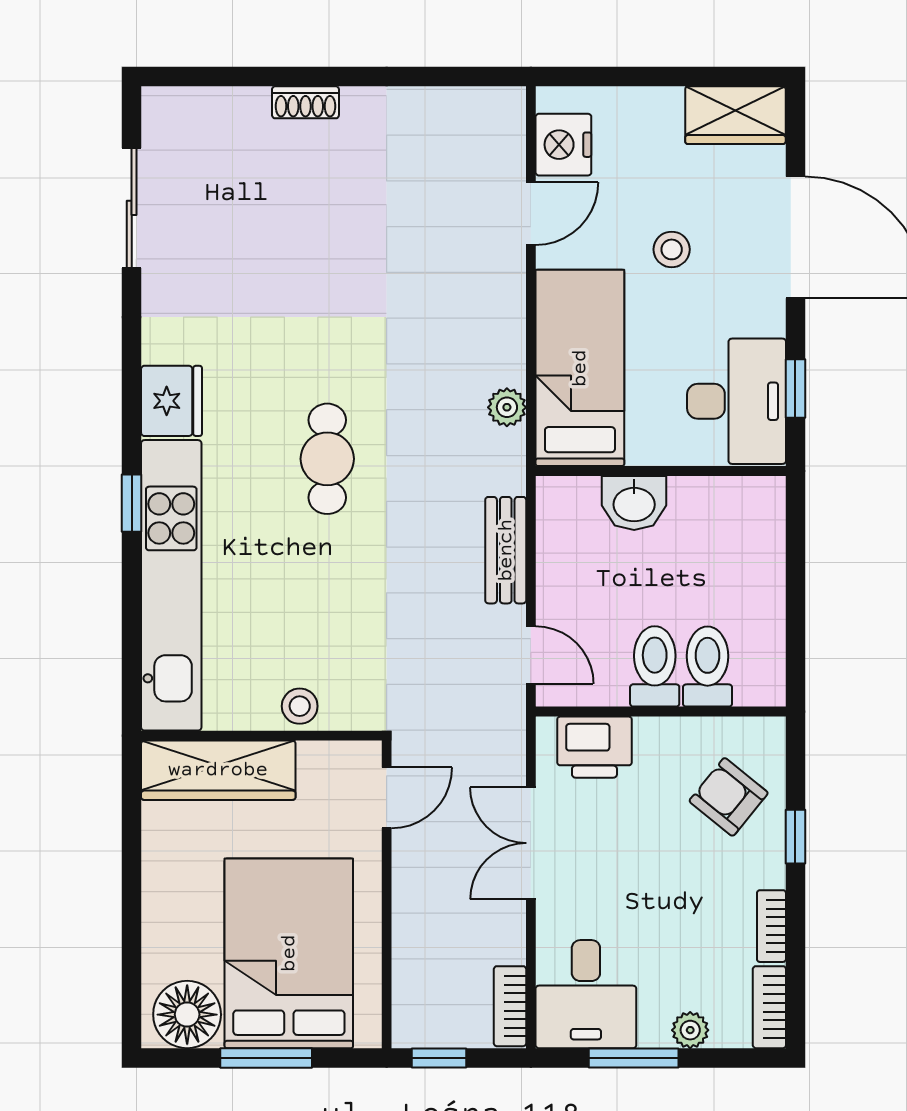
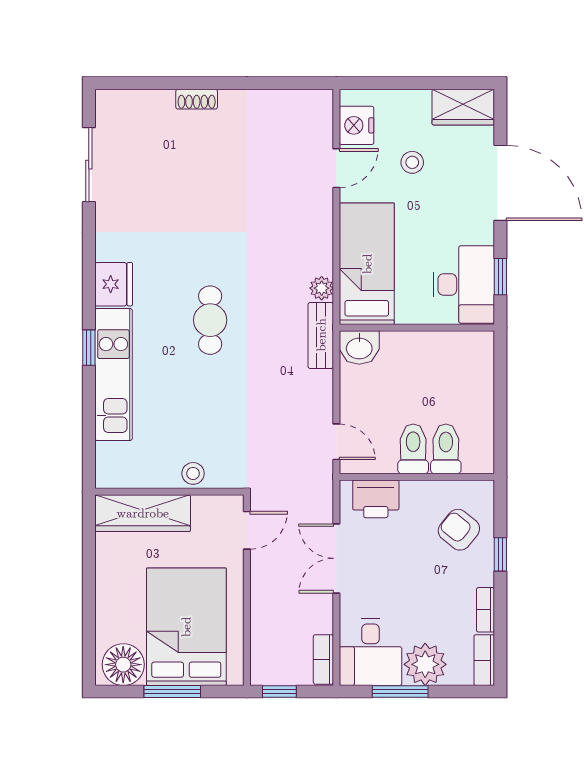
stool: (672, 249) -> (412, 162), moved
washbasin: (634, 503) -> (359, 347), moved
bench: (506, 550) -> (321, 335), moved
kitchen unit: (171, 585) -> (113, 375), width x0.73
plant: (690, 1030) -> (425, 664), width x1.87, depth x1.87

